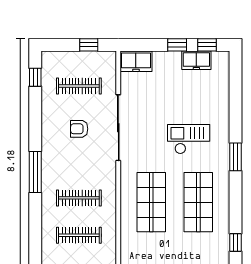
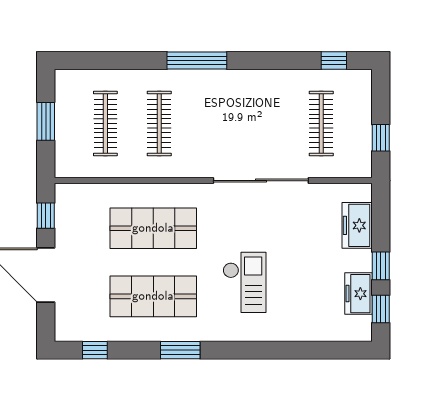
freezer: (136, 61) -> (357, 225), moved
armchair: (79, 129) -> (259, 124), removed
window: (235, 157) -> (180, 350), moved

